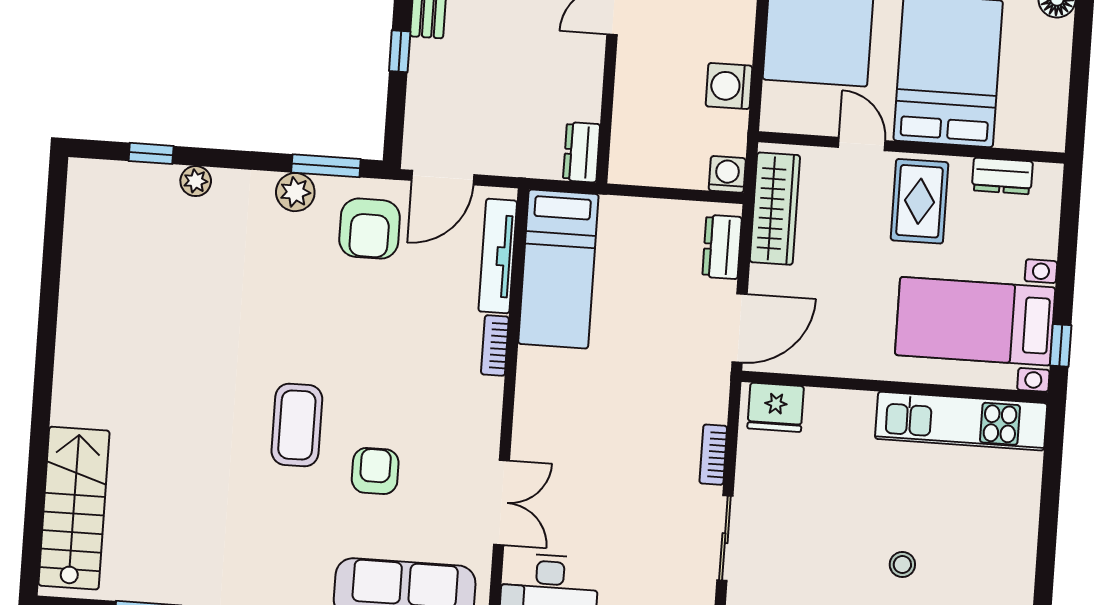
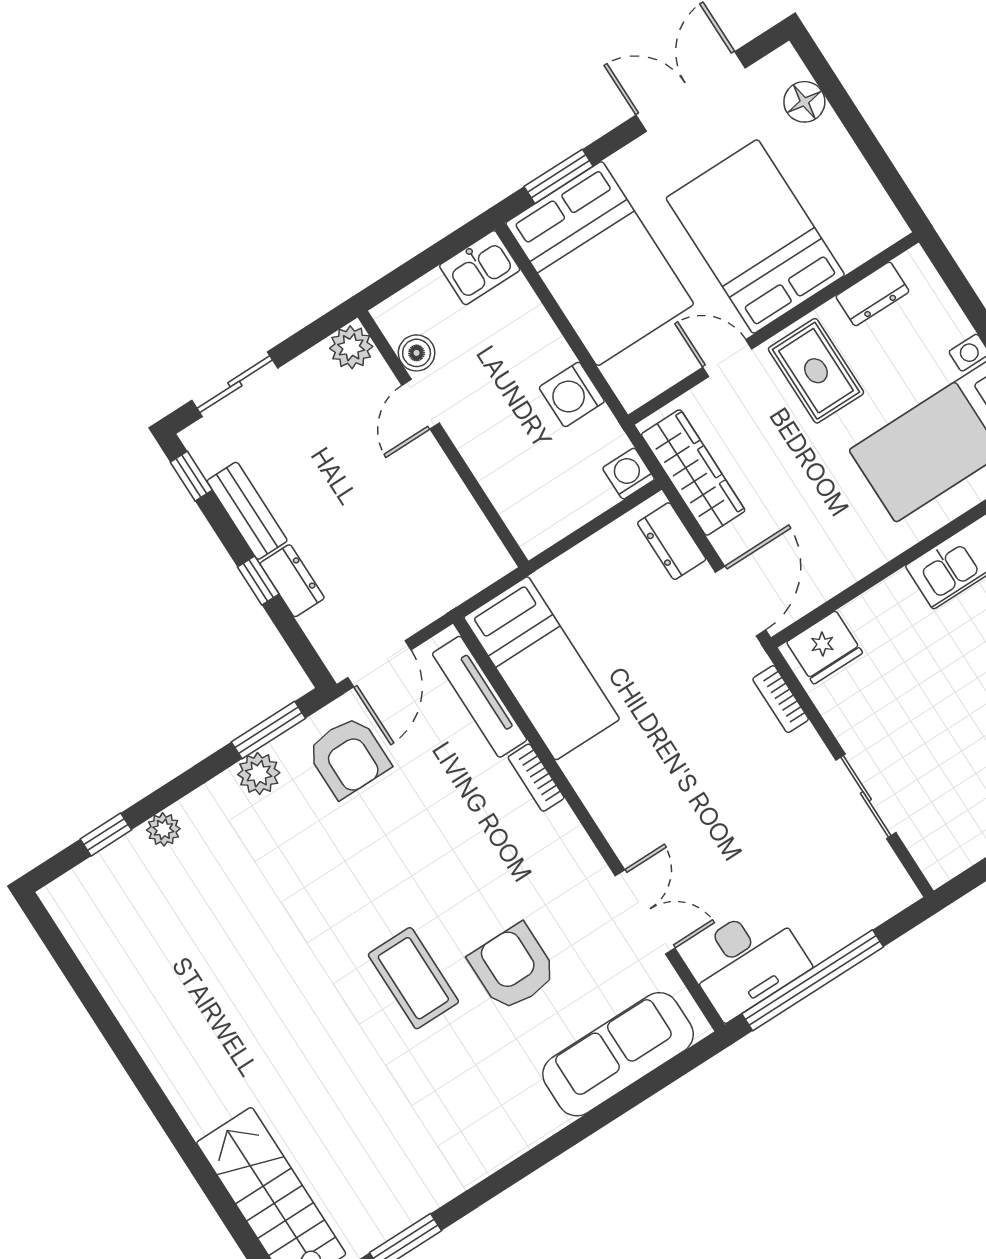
dresser: (582, 152) -> (292, 581), moved, turned 180
bookcase: (713, 455) -> (781, 699), moved
armchair: (375, 471) -> (513, 967), width x1.38, depth x1.38

